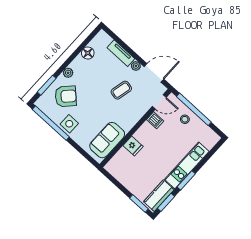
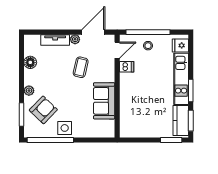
sofa: (107, 140) -> (104, 101), moved
fridge: (133, 146) -> (180, 45), moved, turned 180

